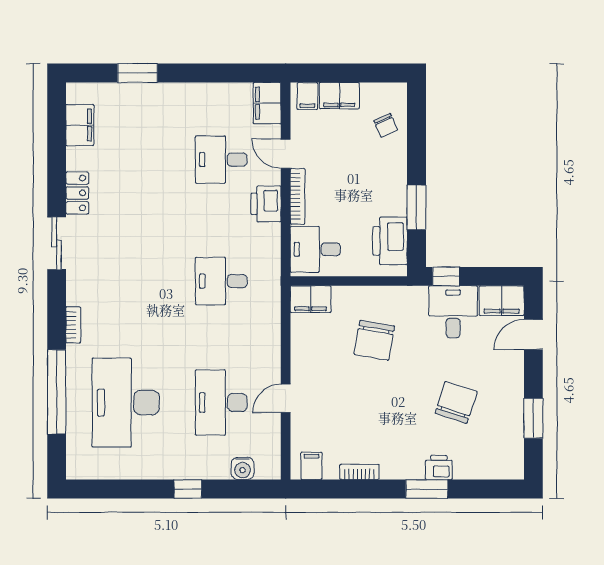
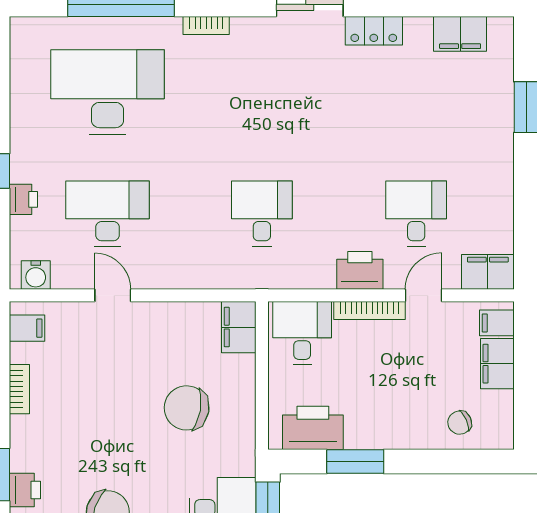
water cooler: (243, 468) -> (36, 275), moved, turned -90
printer: (210, 469) -> (23, 199), added

